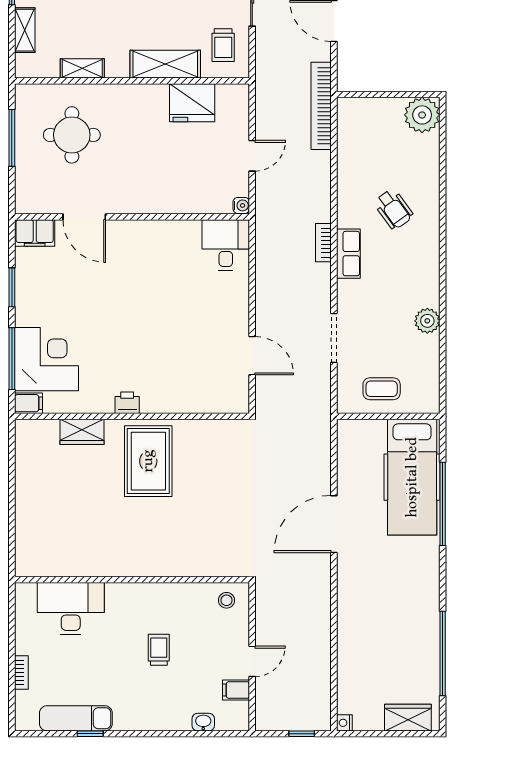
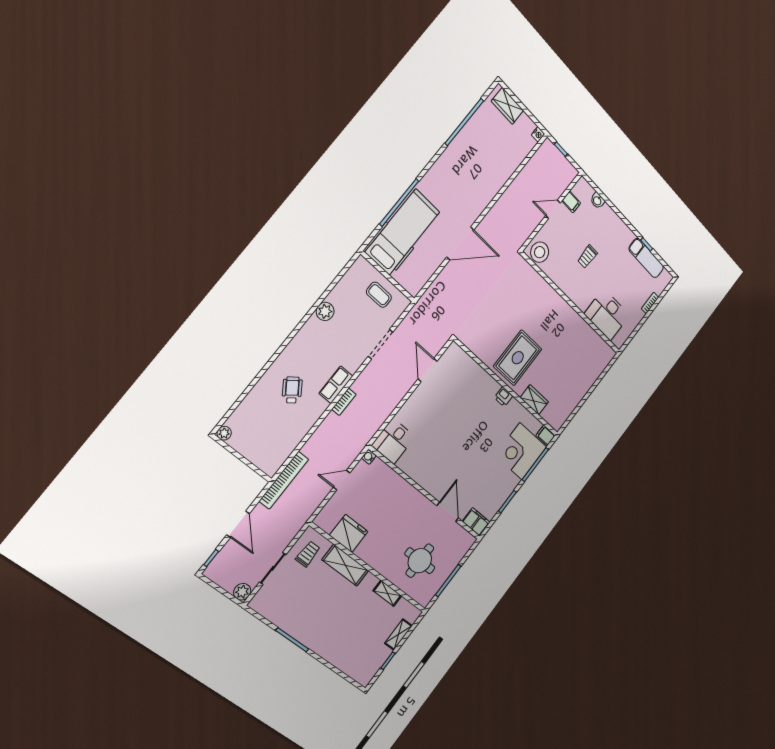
plant: (422, 115) -> (224, 433), width x0.53, depth x0.53
stool: (227, 600) -> (540, 252), width x1.89, depth x1.89

